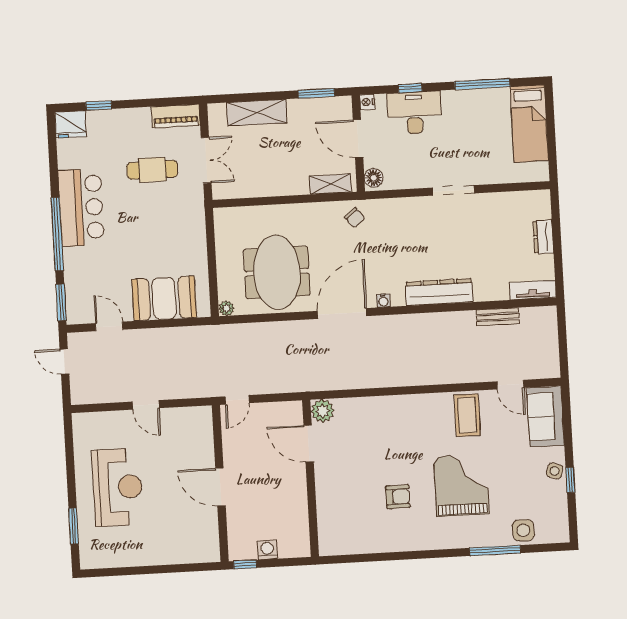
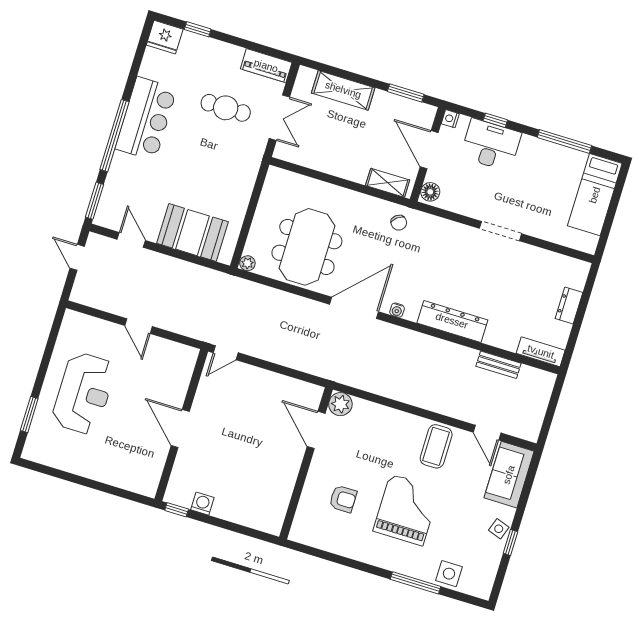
plant: (323, 411) -> (340, 404), moved
door: (309, 443) -> (316, 430), moved
wall: (311, 478) -> (306, 463), moved

